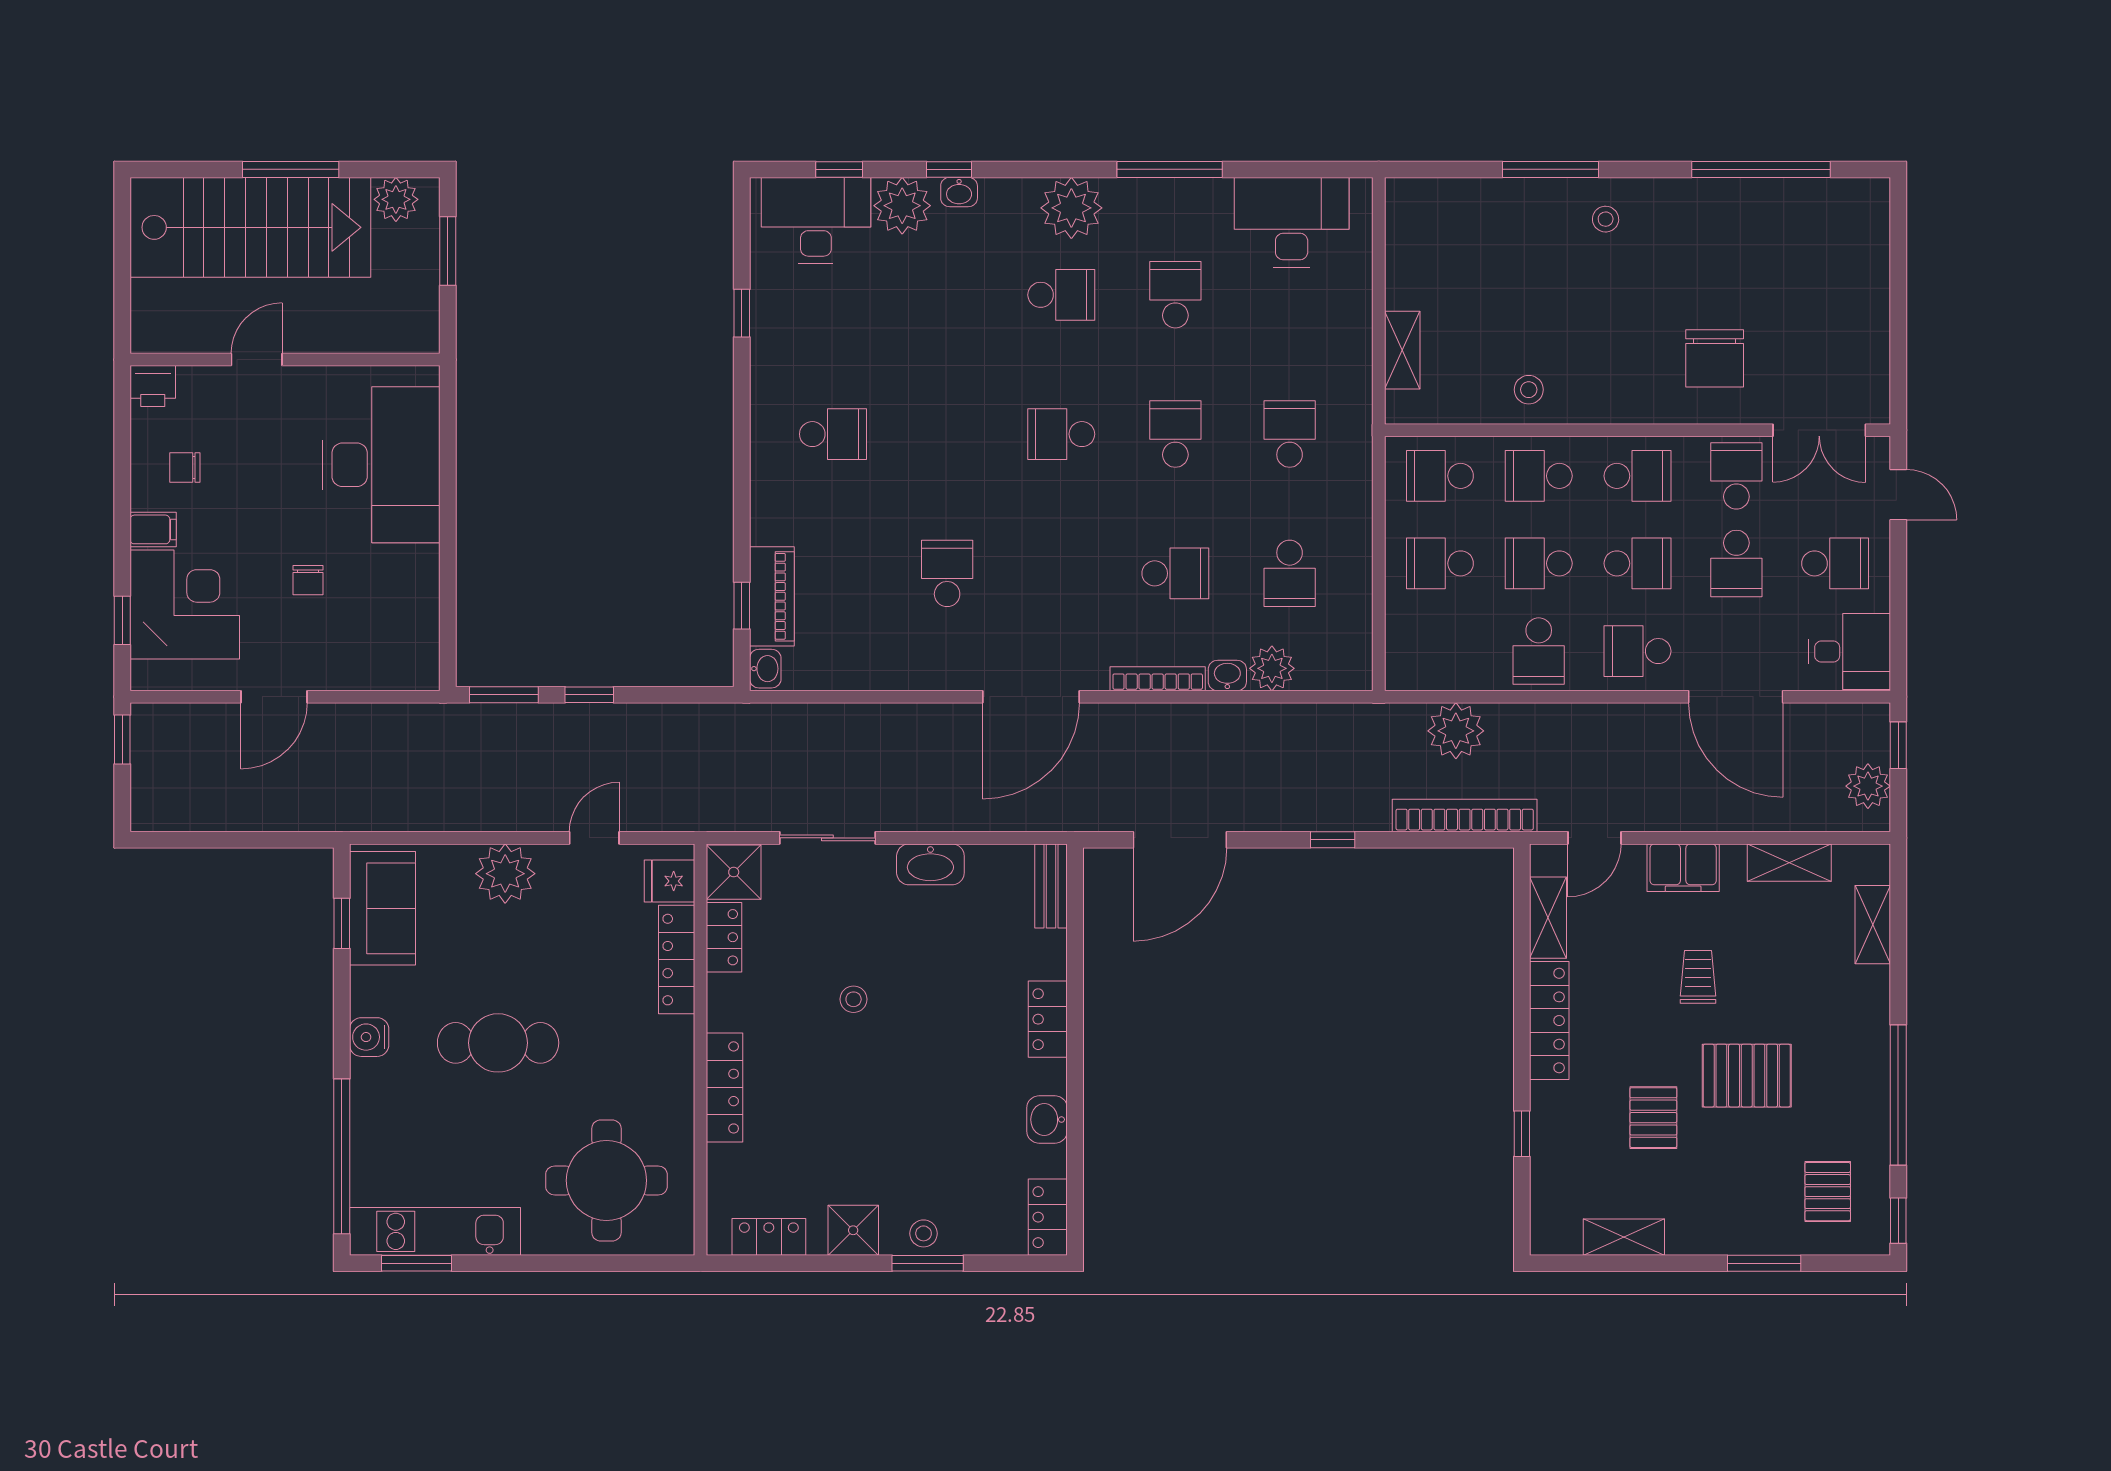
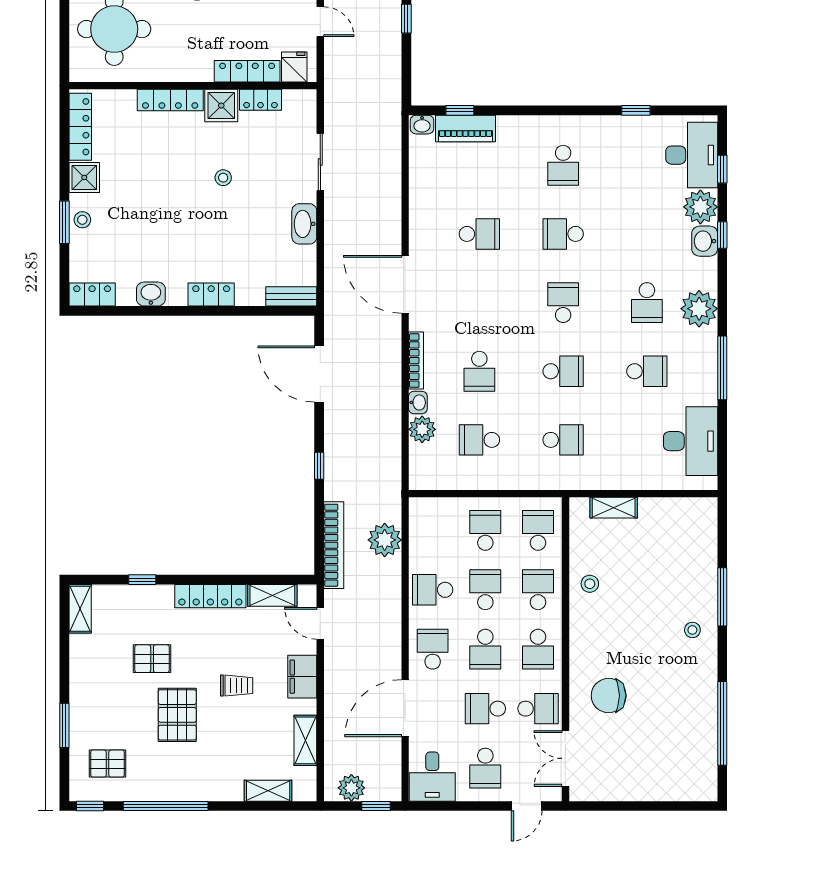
washbasin: (959, 192) -> (705, 241), width x1.38, depth x1.45
school desk: (947, 434) -> (563, 234), added
shower: (734, 872) -> (221, 106), moved
locker: (769, 1237) -> (80, 127), width x1.53
shelving: (1624, 1237) -> (80, 609), moved

